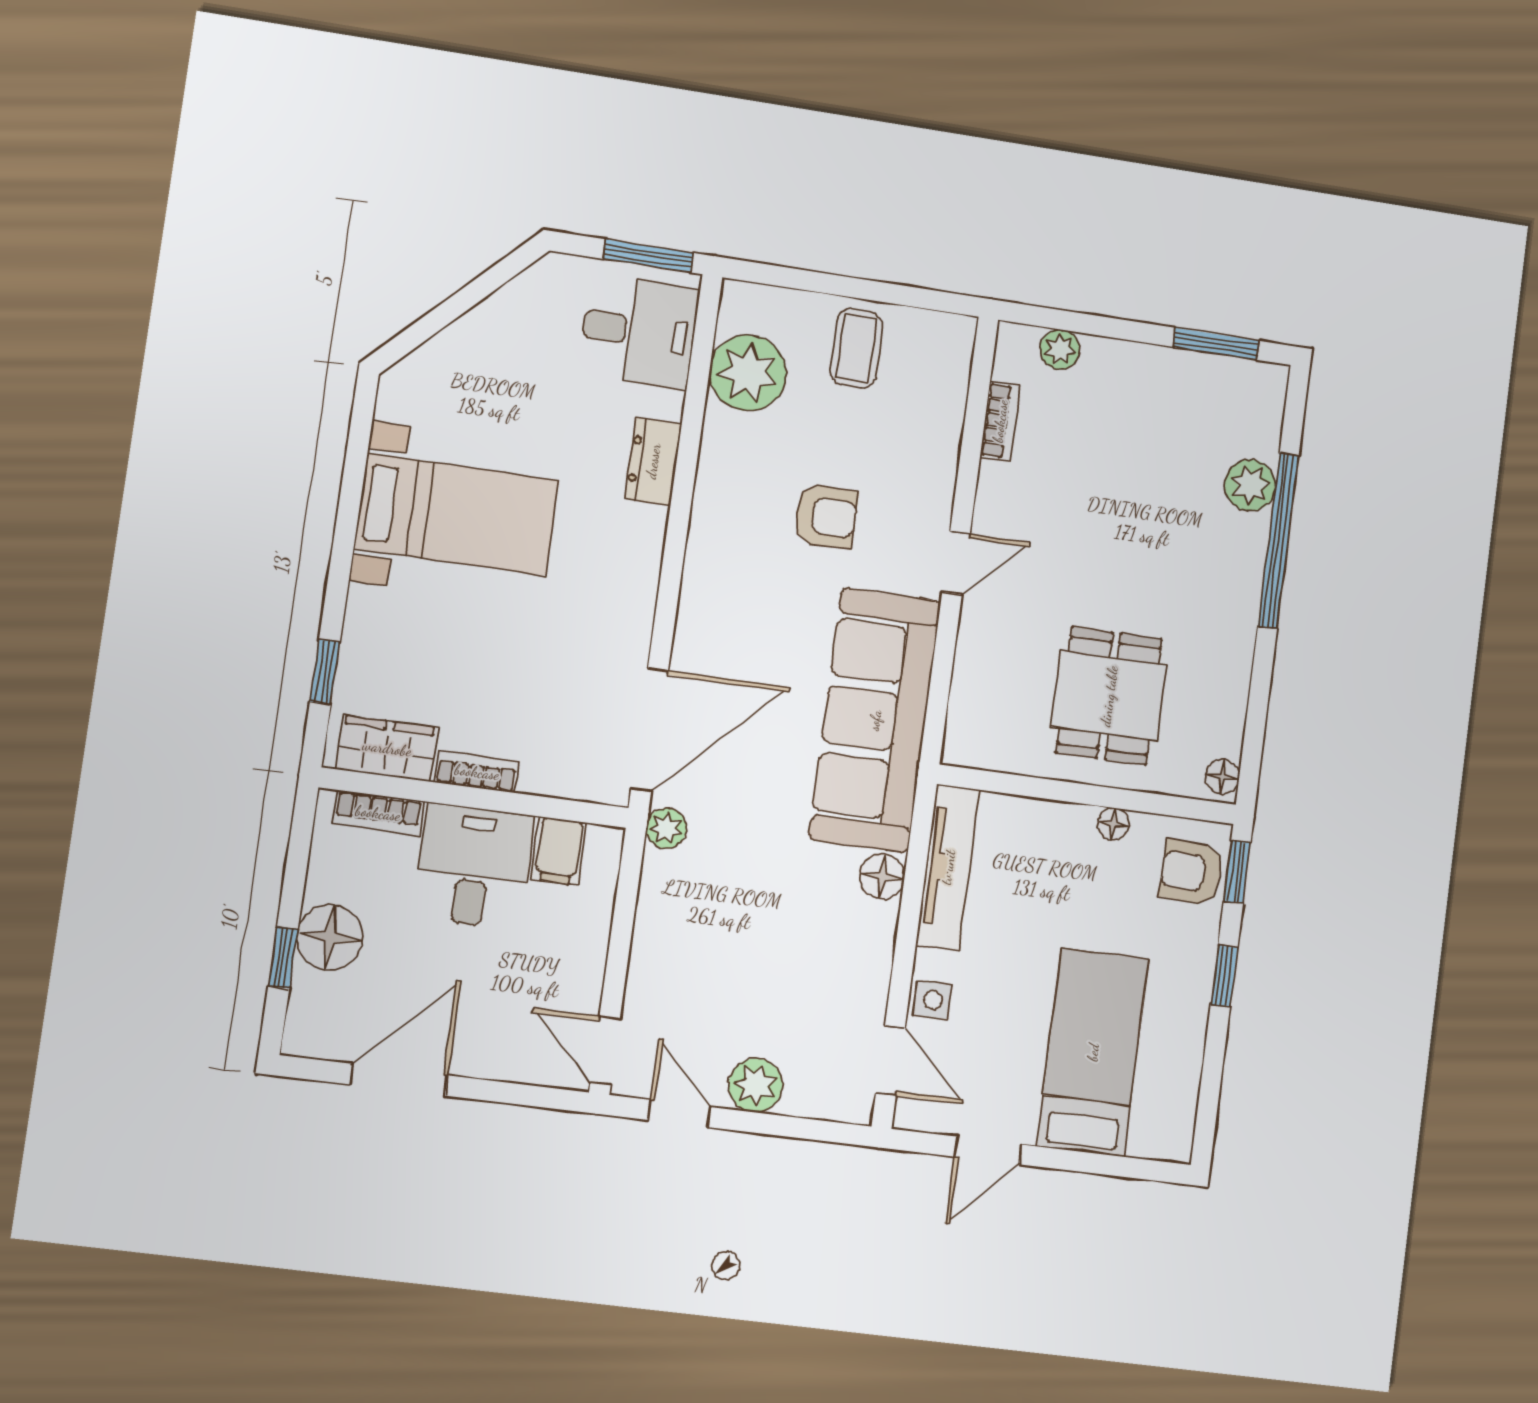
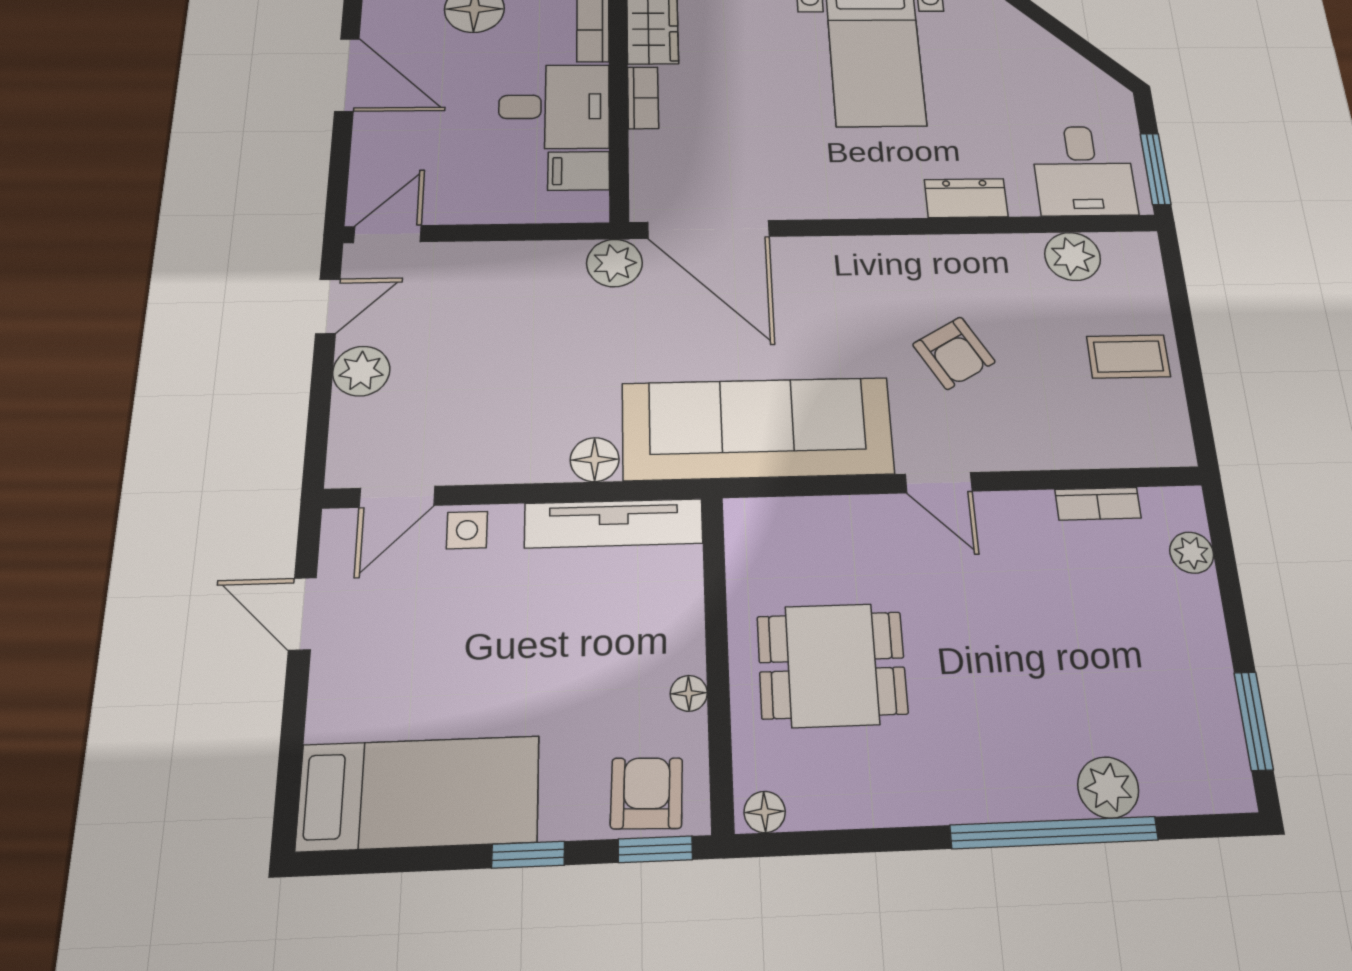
plant: (748, 373) -> (1073, 256), width x0.73, depth x0.73
armchair: (826, 516) -> (954, 353), turned -30
plant: (666, 828) -> (614, 263), width x1.38, depth x1.38
bed: (1093, 1052) -> (419, 793), moved

